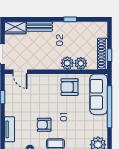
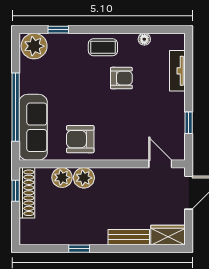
armchair: (69, 87) -> (80, 139), turned 180

